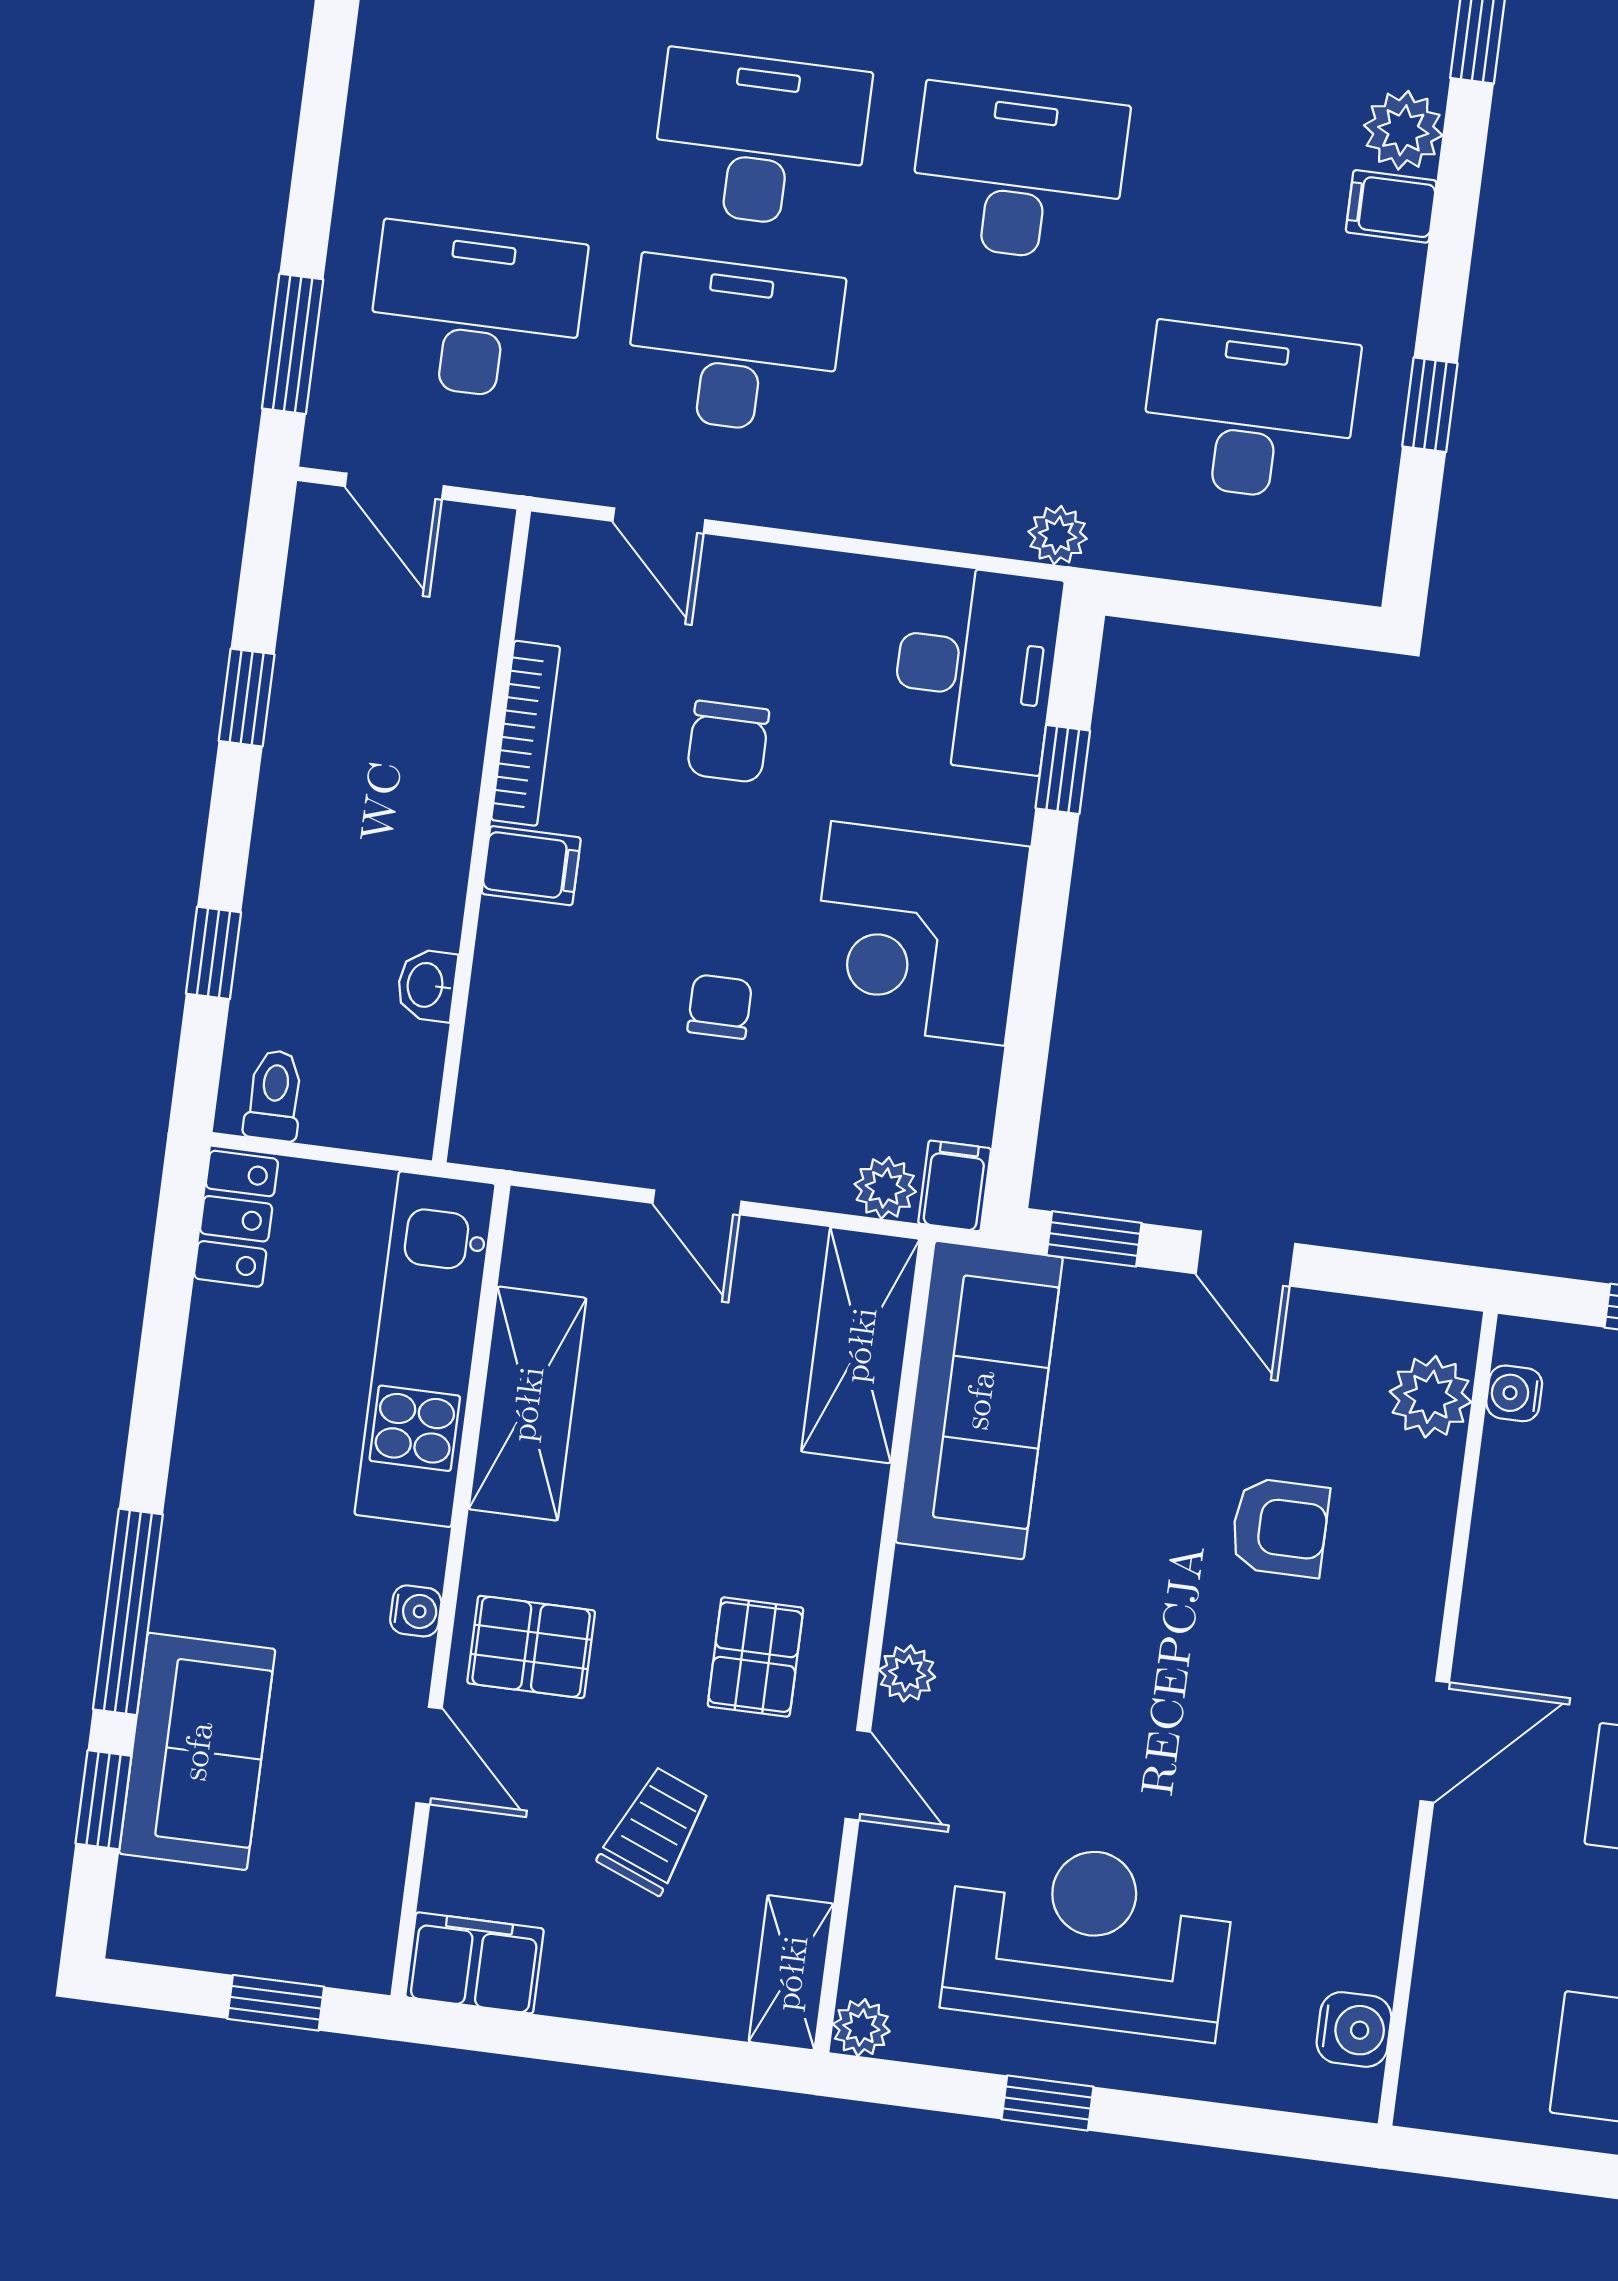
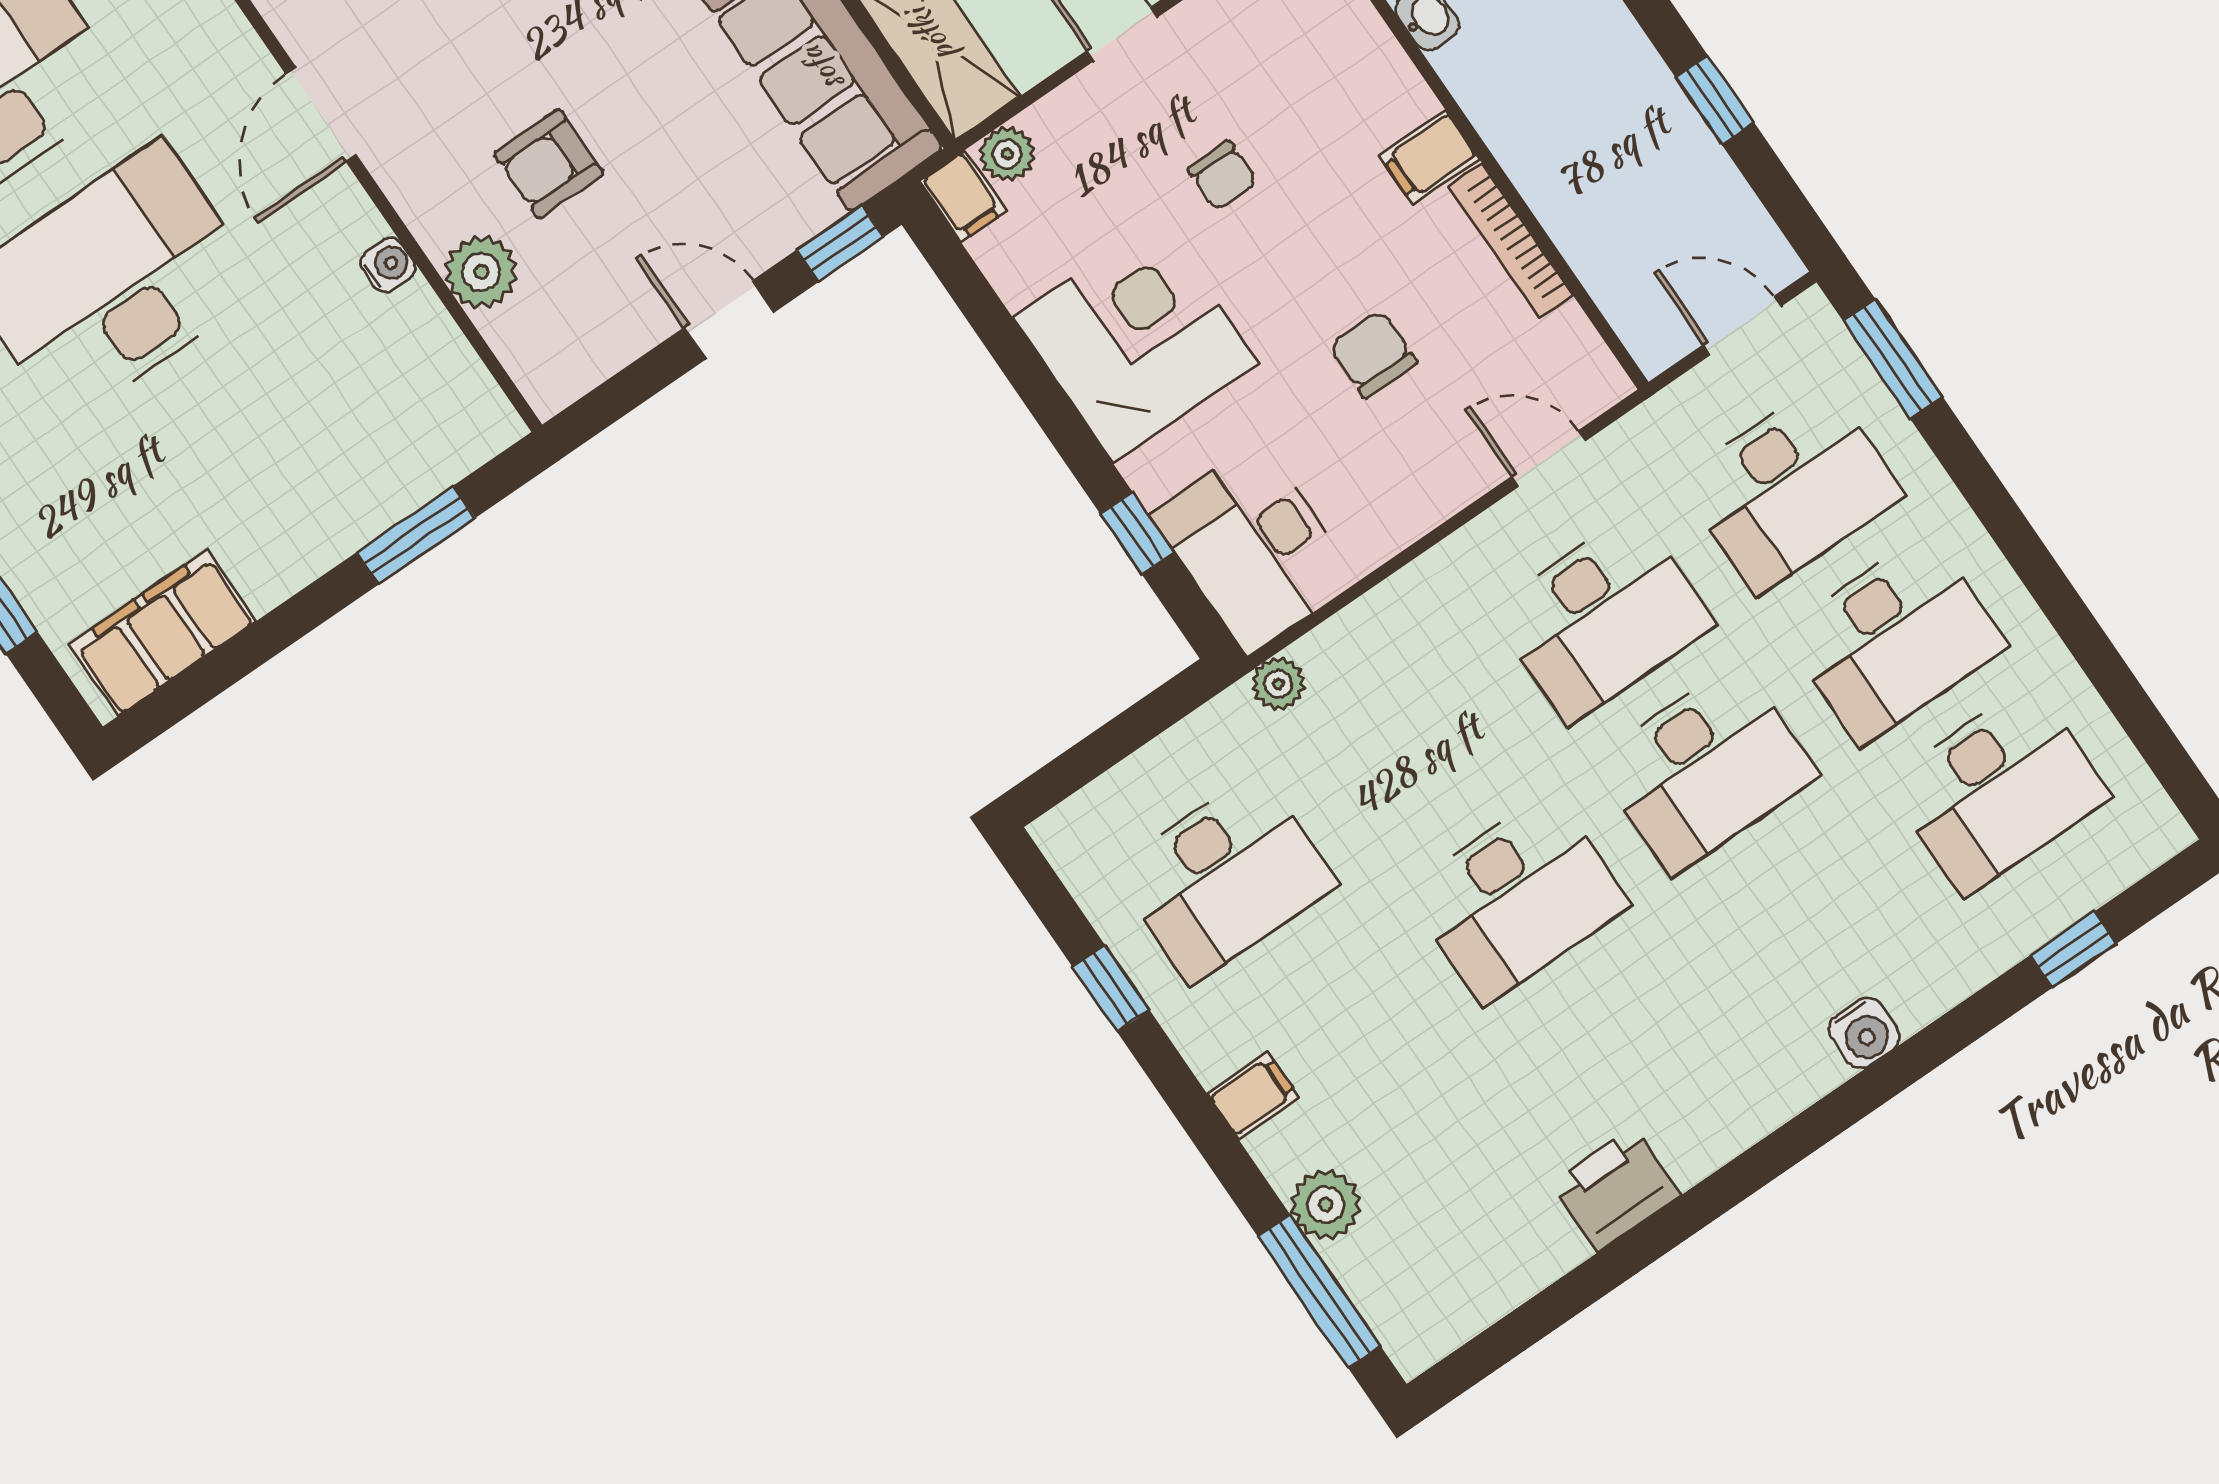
desk: (503, 106) -> (1895, 639), added
plant: (1403, 130) -> (1326, 1205), moved
water cooler: (1514, 1393) -> (388, 265), moved
plant: (1431, 1397) -> (481, 272), moved

